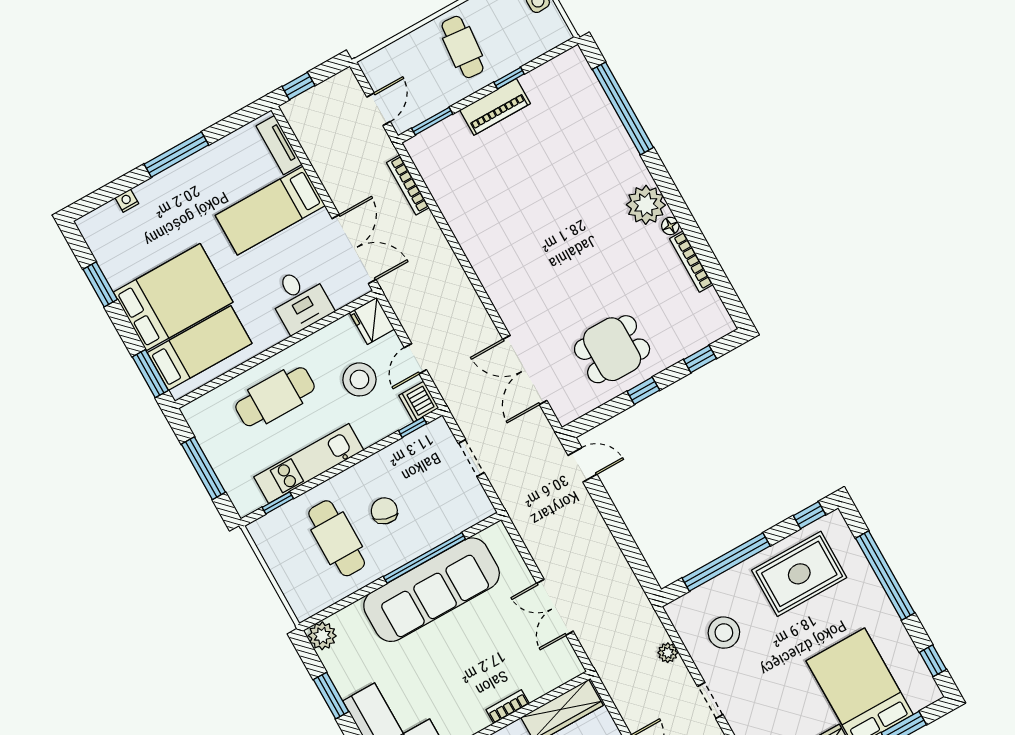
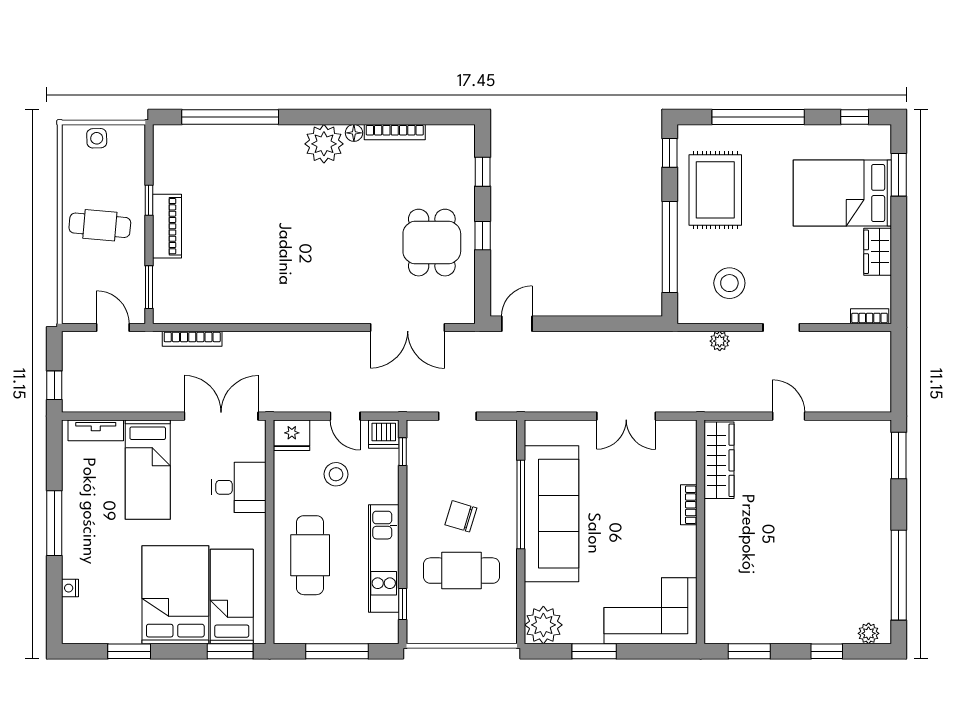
stool: (359, 379) -> (336, 474), width x0.73, depth x0.73
plant: (322, 636) -> (543, 625), width x1.36, depth x1.36

